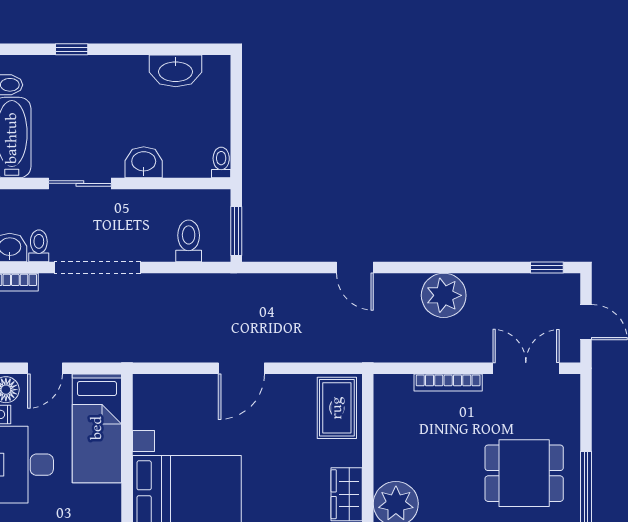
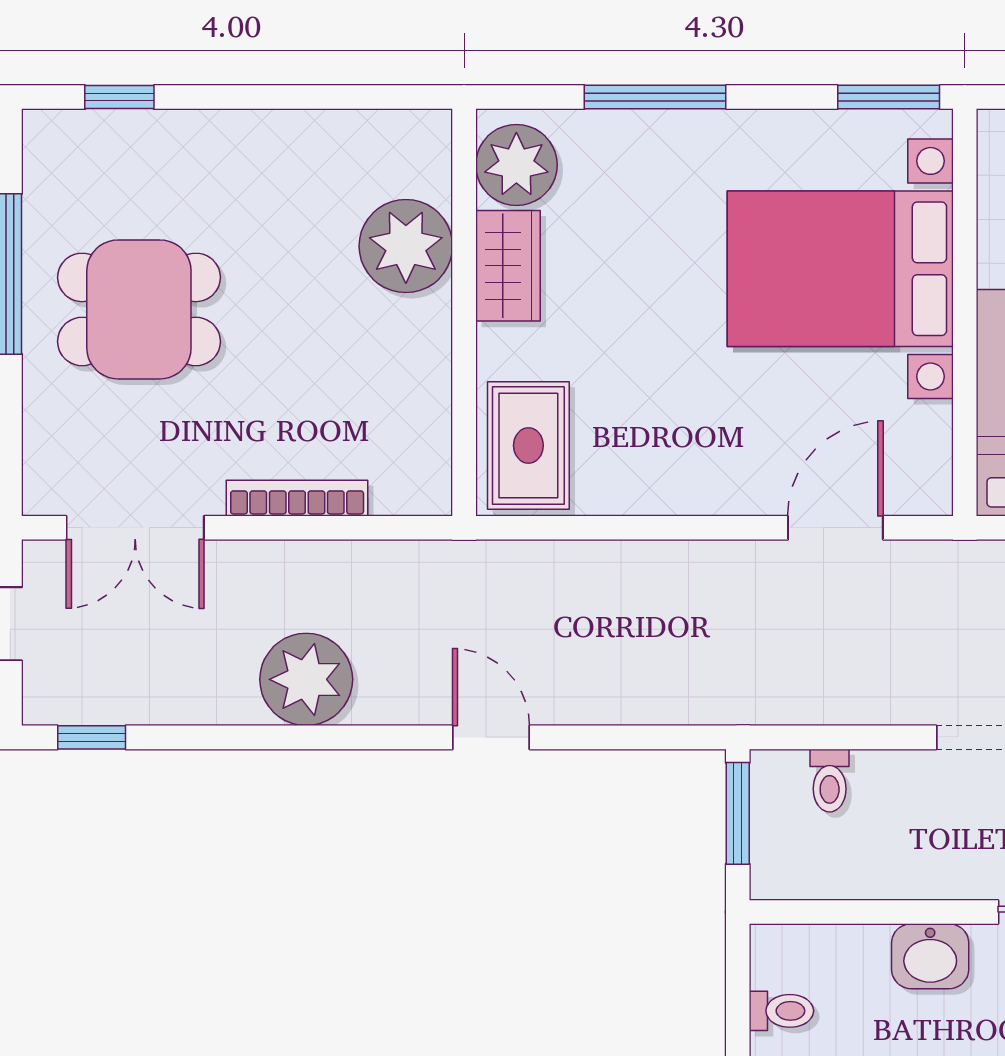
toilet: (221, 162) -> (781, 1011), moved, turned -90
toilet: (189, 241) -> (830, 781), width x0.73, depth x0.72
door: (241, 368) -> (835, 528), moved

